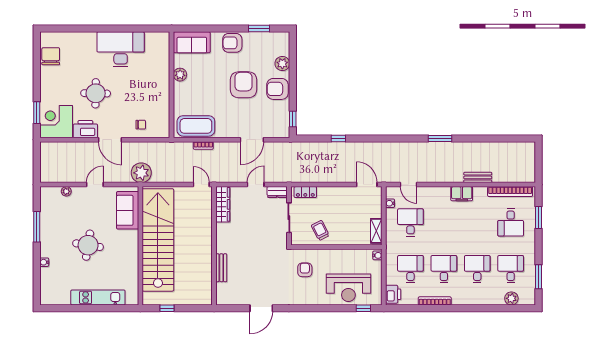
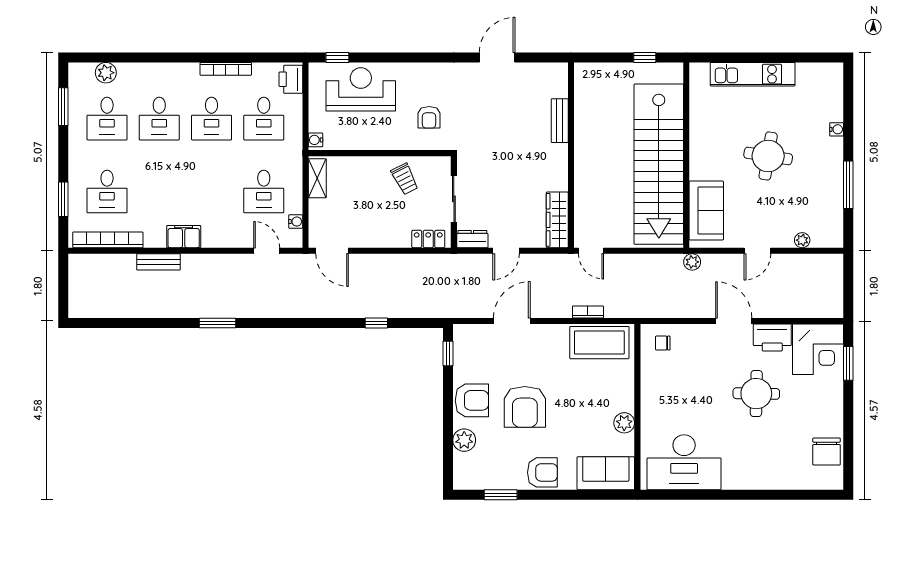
desk: (121, 49) -> (684, 462), moved
chair: (141, 125) -> (663, 343), moved
plant: (141, 173) -> (692, 262), width x0.53, depth x0.53
desk: (511, 222) -> (107, 192), turned 180

